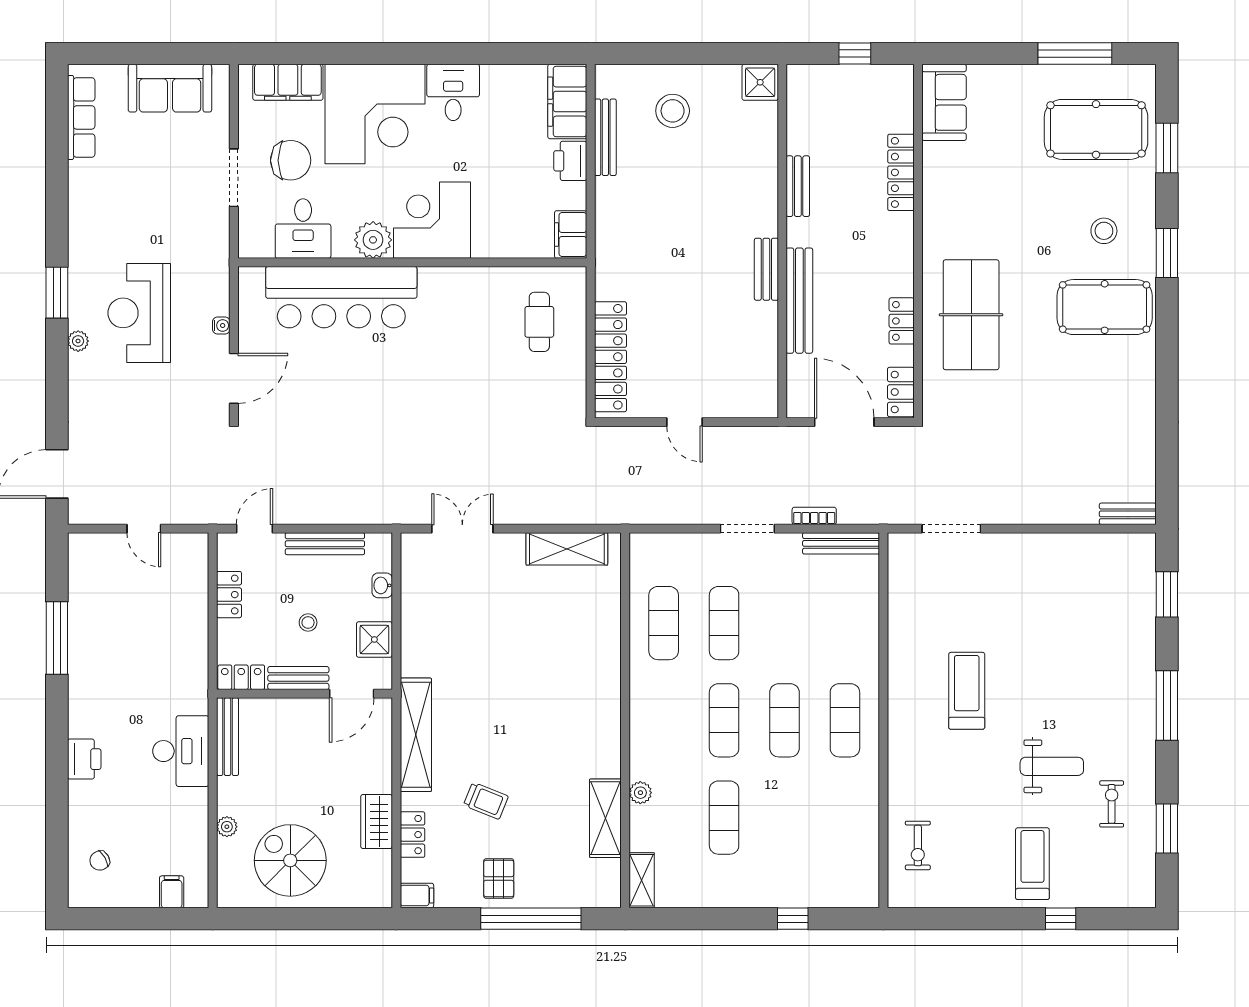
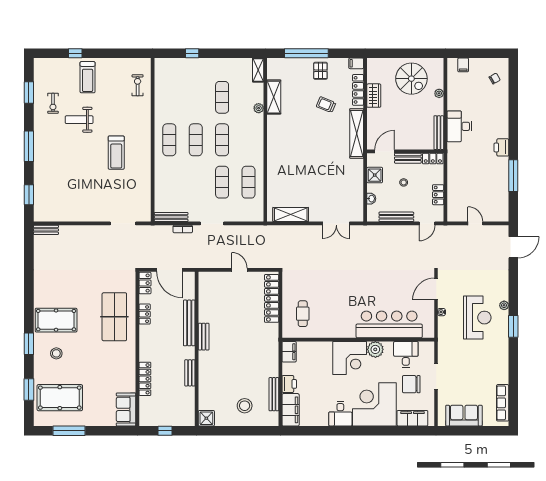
printer: (84, 759) -> (501, 147), moved
locker: (412, 835) -> (358, 90), width x1.53

